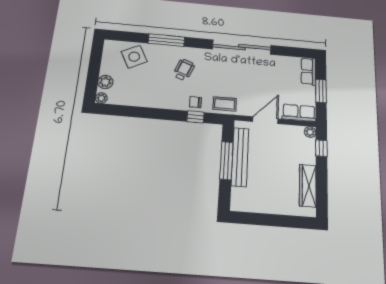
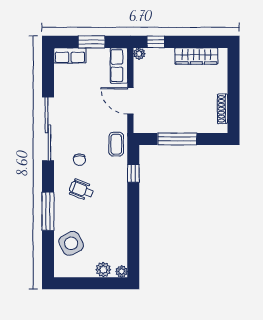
chair: (195, 102) -> (79, 160), moved
bench: (240, 157) -> (172, 126), removed
shoe rack: (255, 208) -> (222, 109), added

